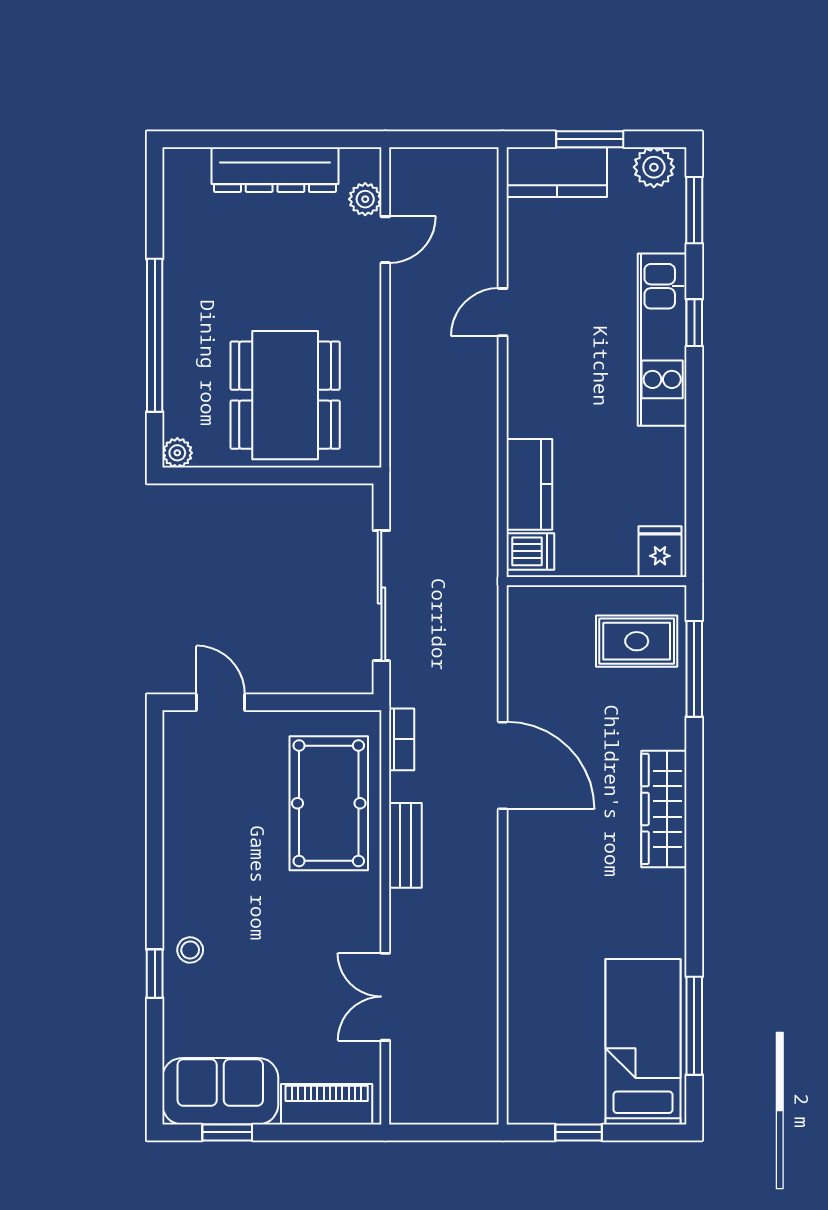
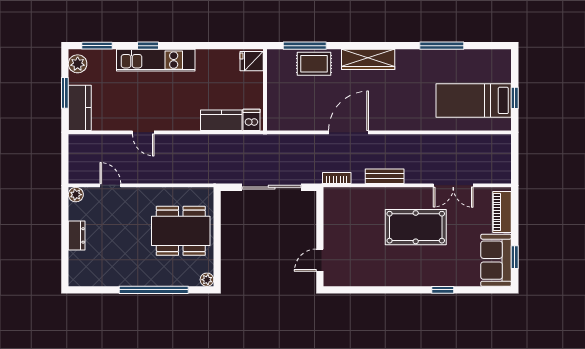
dresser: (275, 170) -> (77, 235), width x0.51, depth x0.80
plant: (365, 199) -> (76, 195), moved
rug: (637, 641) -> (314, 64), moved, turned 90
pool table: (329, 803) -> (416, 227), moved
stool: (190, 950) -> (432, 274), removed
window: (694, 1026) -> (442, 46), moved
bed: (643, 1042) -> (474, 100), moved

